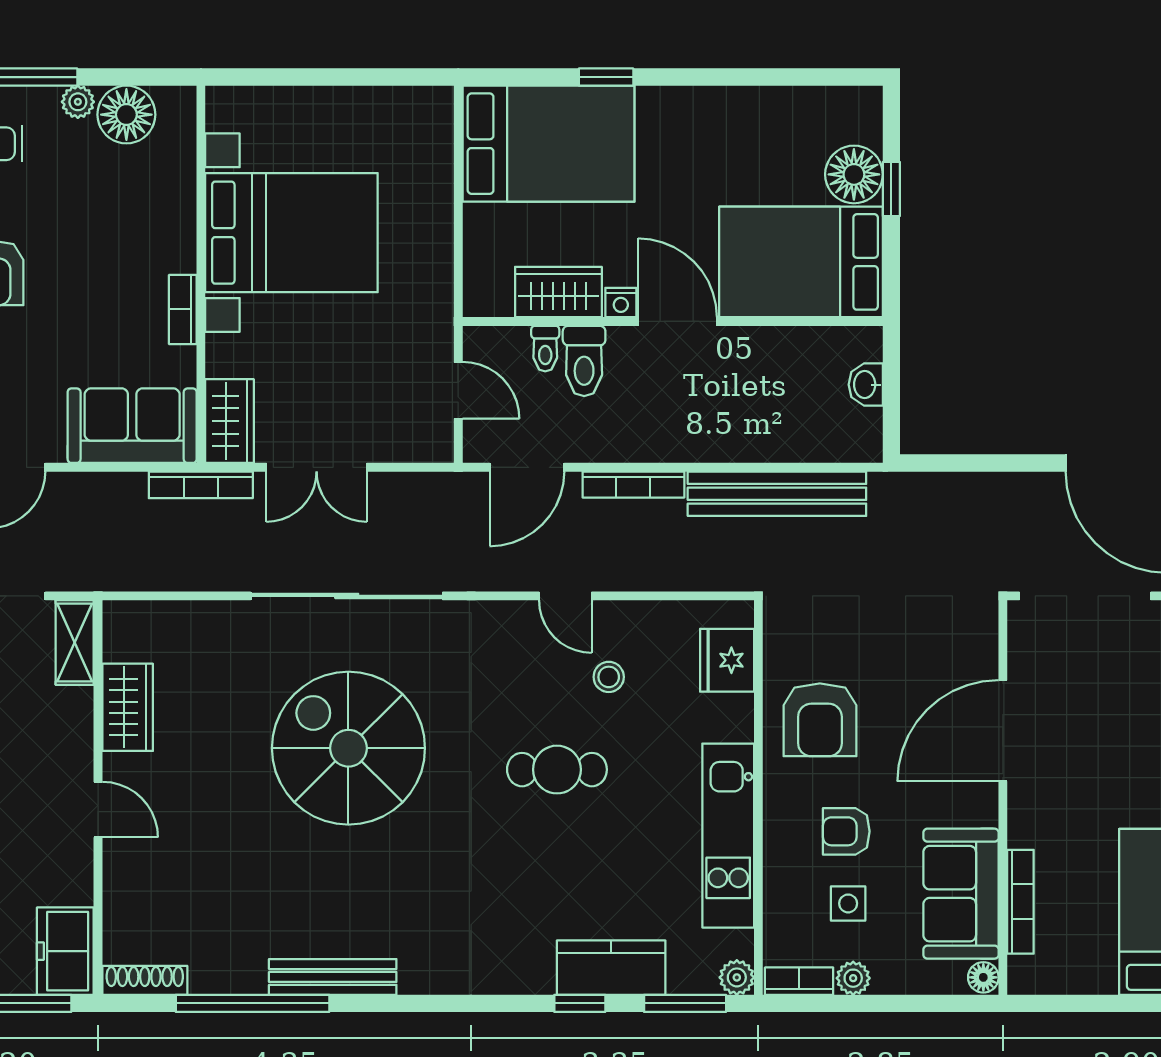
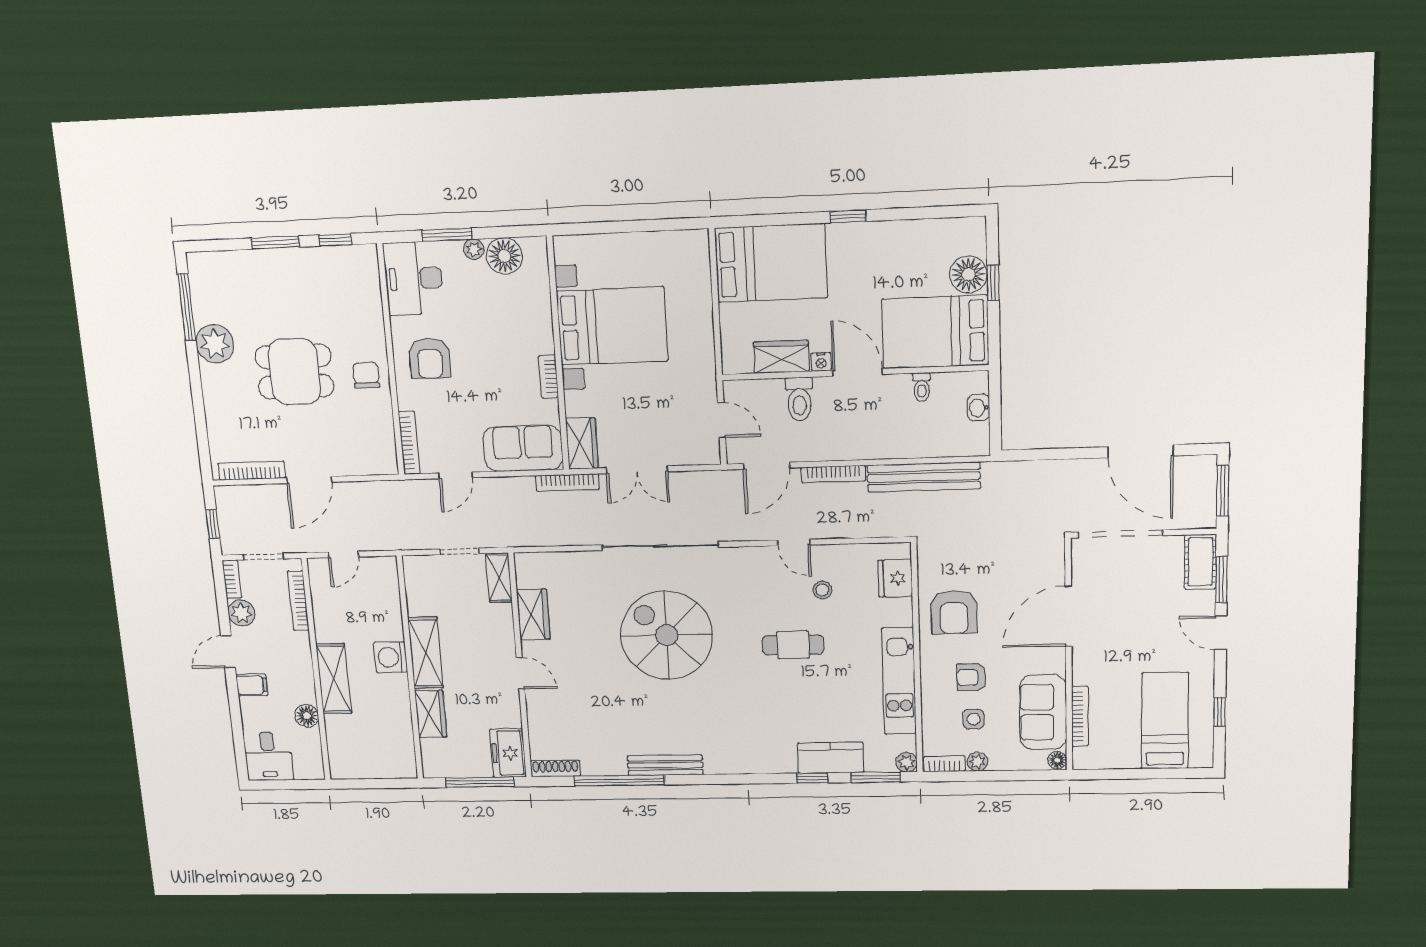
window: (606, 77) -> (848, 216), moved
toilet: (545, 349) -> (922, 387), moved

